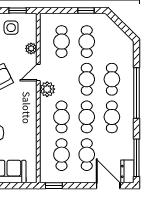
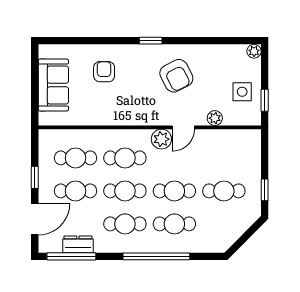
cafe table: (62, 42) -> (224, 158), removed
door: (38, 72) -> (183, 127), swing flipped
dresser: (127, 171) -> (78, 244), moved
window: (54, 186) -> (35, 177), moved

